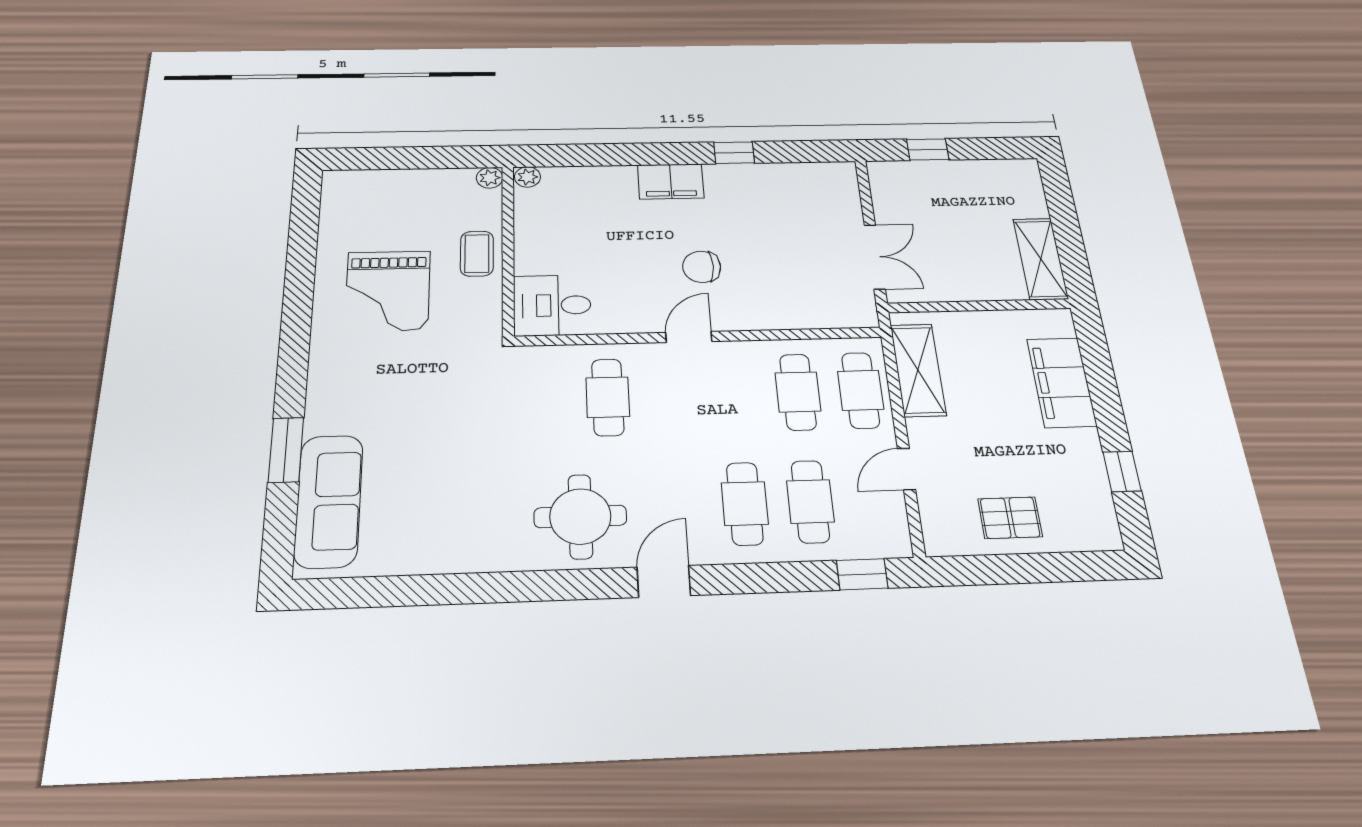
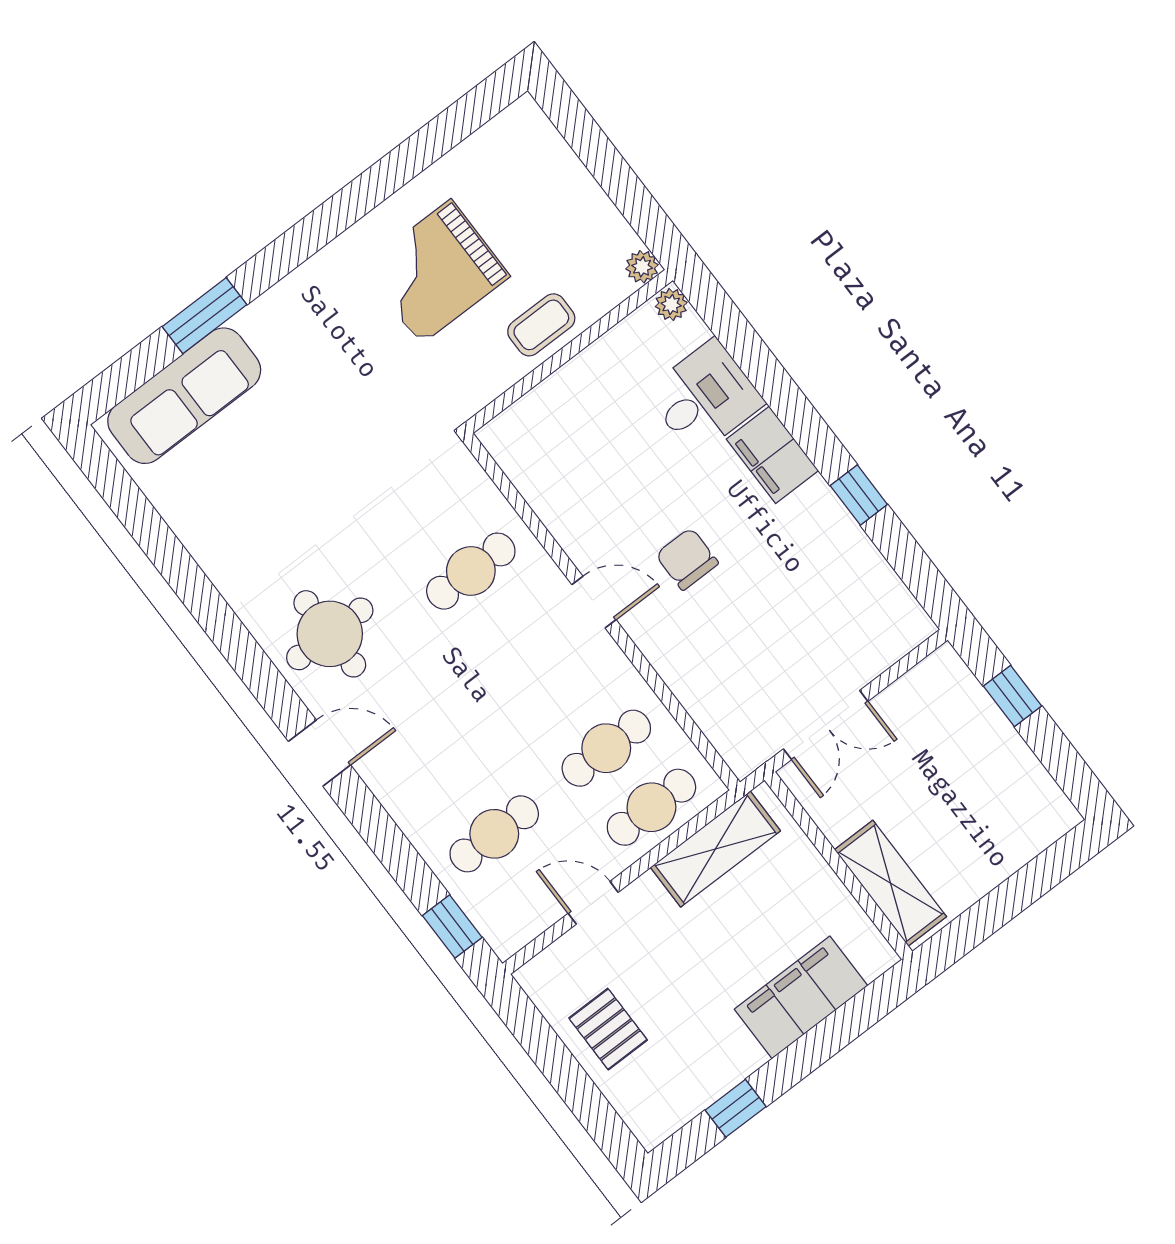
shelving: (1041, 259) -> (890, 883), moved, turned 90
desk: (552, 305) -> (705, 397), moved, turned 90
cafe table: (745, 504) -> (449, 775), removed

